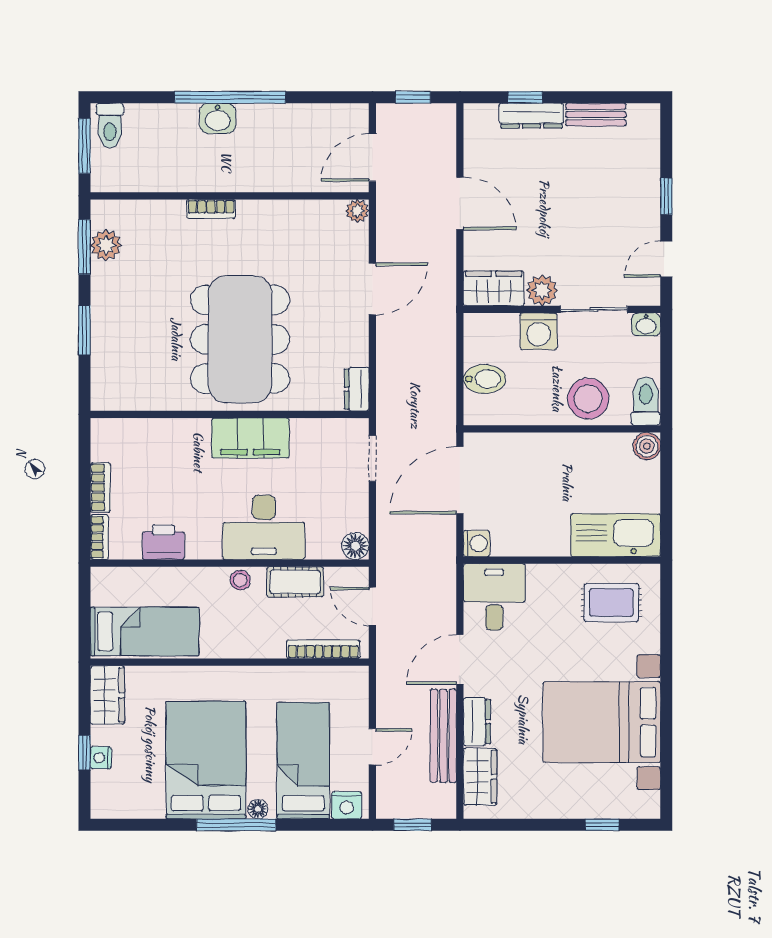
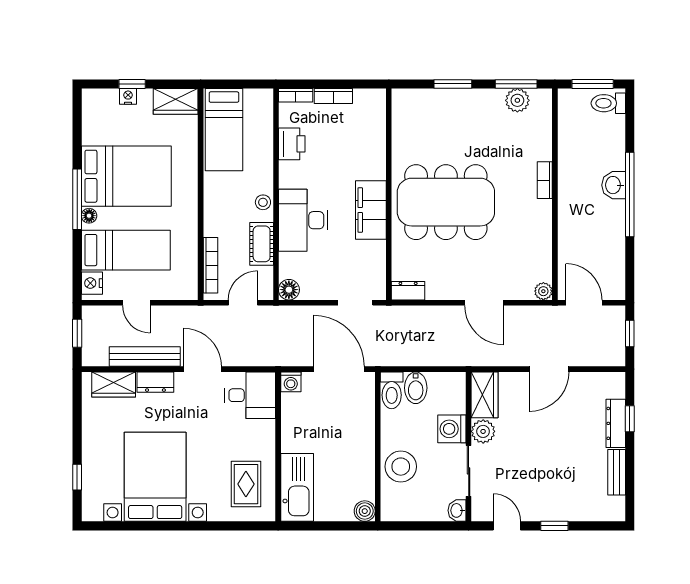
toilet: (646, 401) -> (392, 390), moved, turned 90

